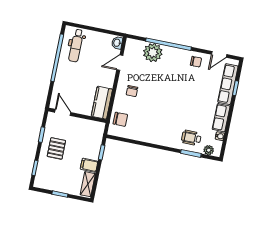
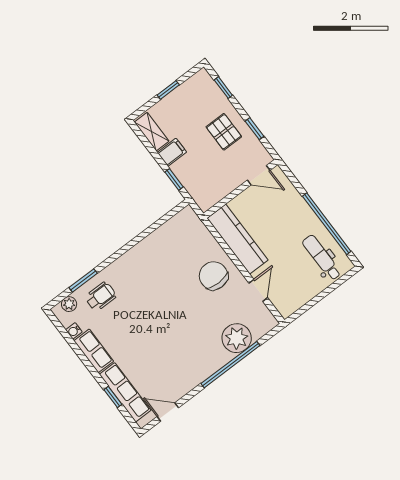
washbasin: (117, 43) -> (284, 307), removed
door: (219, 54) -> (168, 412), hinge flipped
chair: (196, 62) -> (183, 378), removed
chair: (132, 91) -> (213, 276), width x1.87, depth x1.87
kitchen counter: (102, 103) -> (238, 239), width x1.50
chair: (120, 119) -> (193, 234), removed

